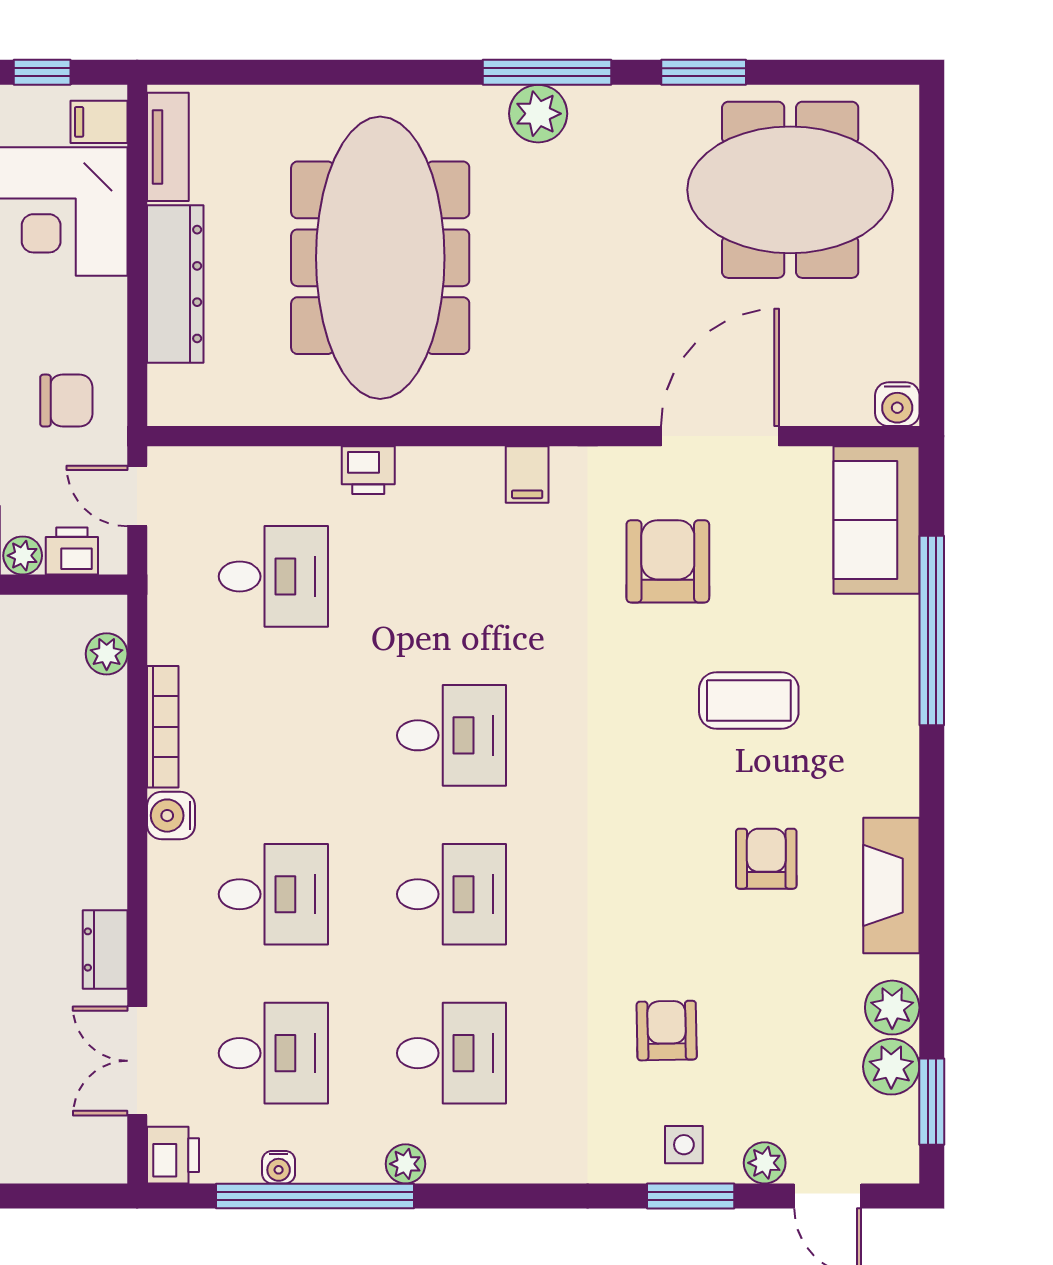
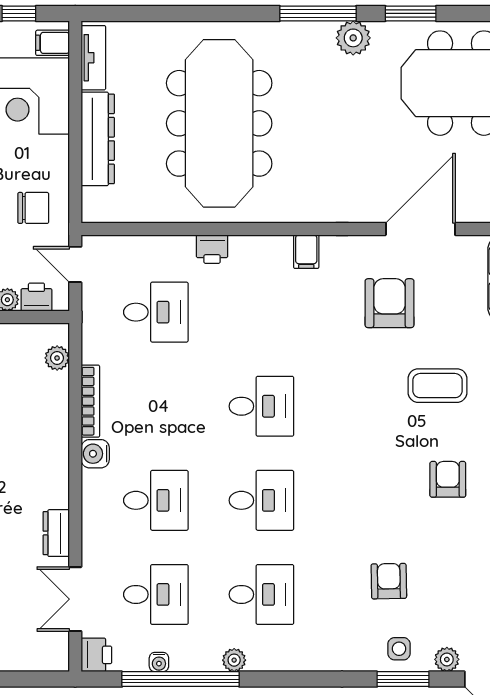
plant: (538, 114) -> (353, 38), moved

